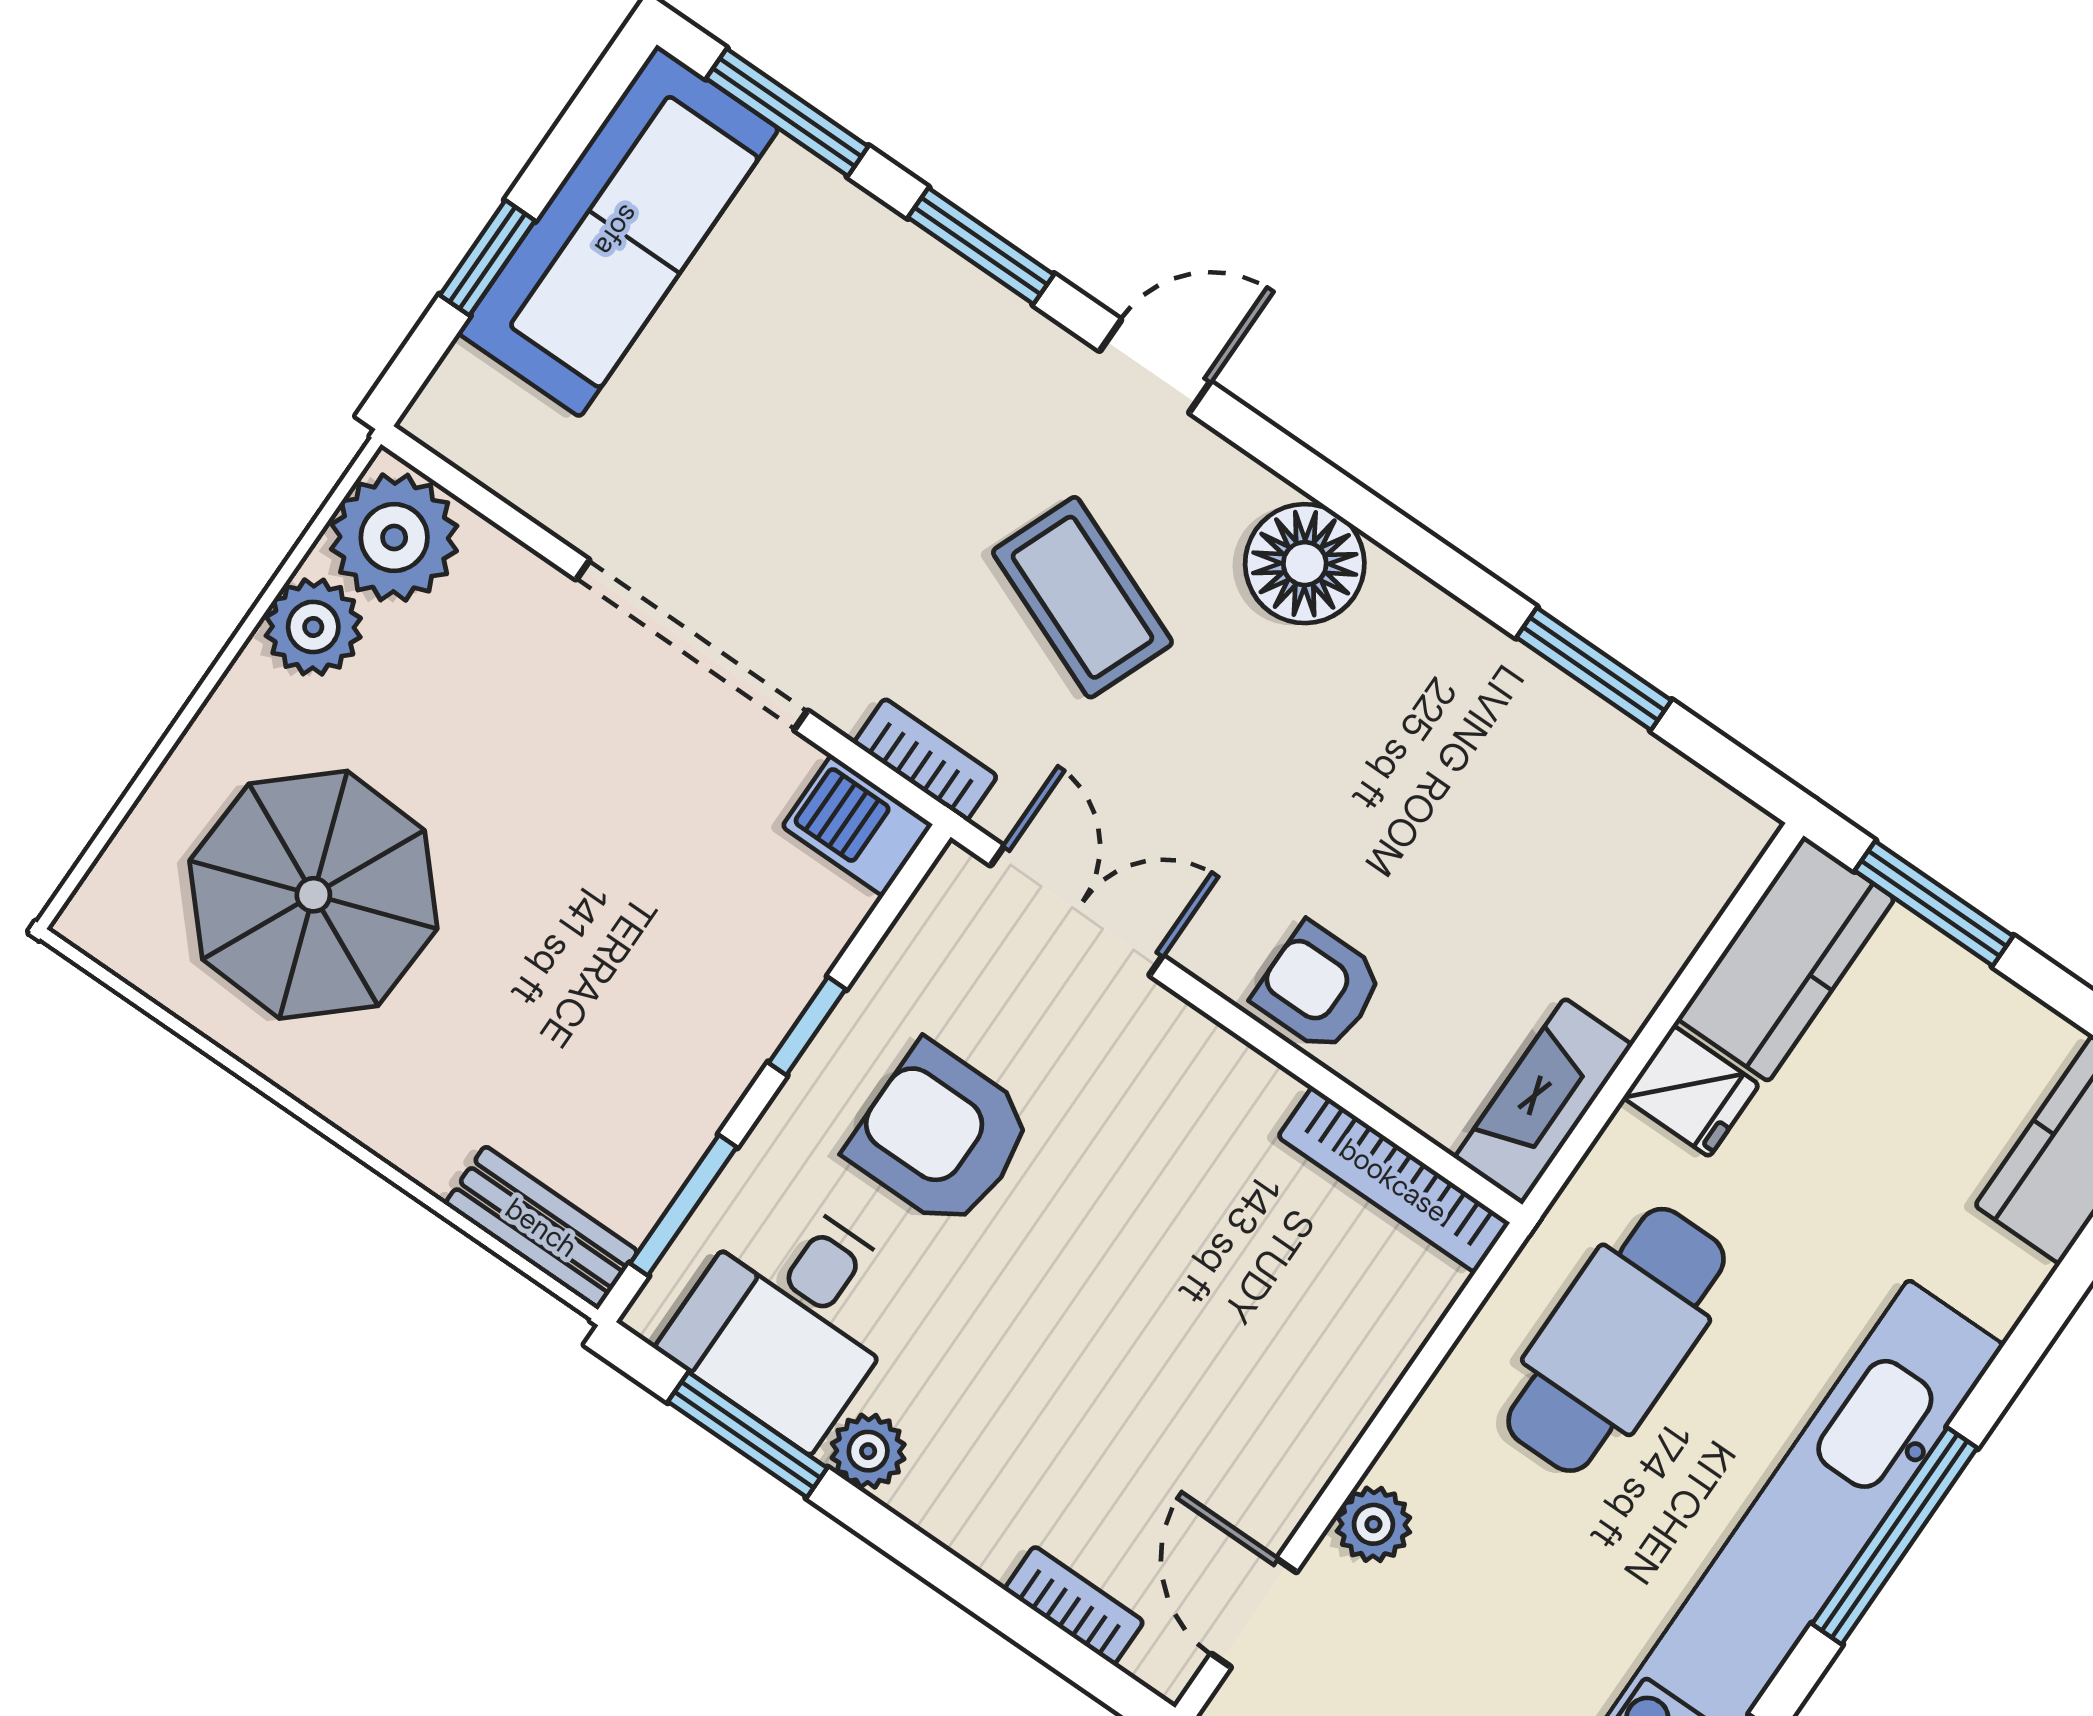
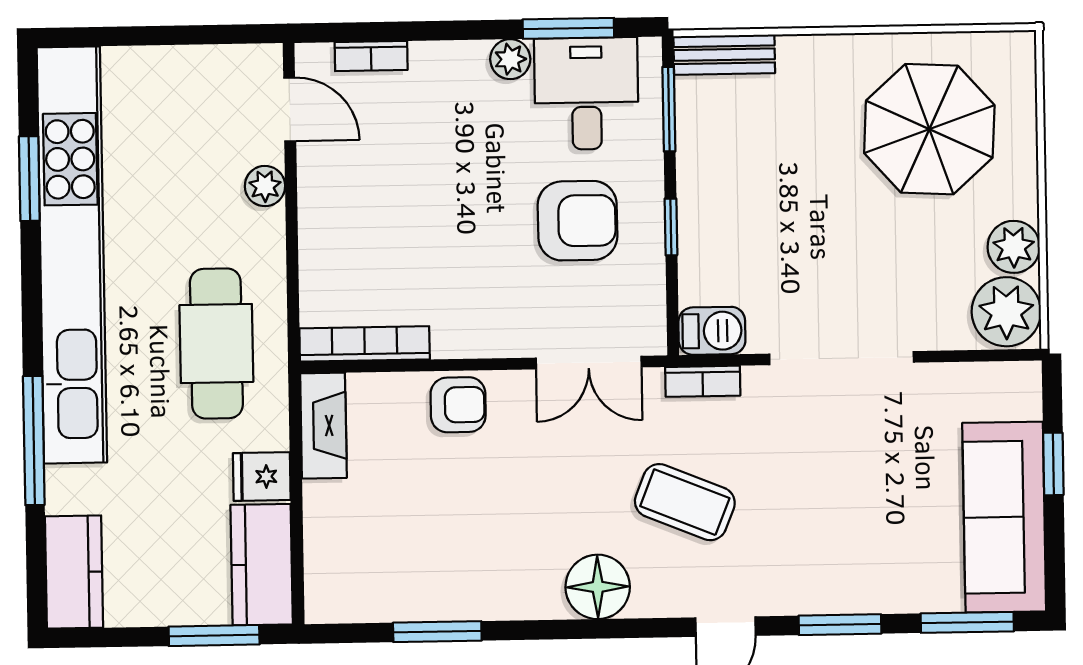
window: (1895, 1536) -> (34, 441), moved

